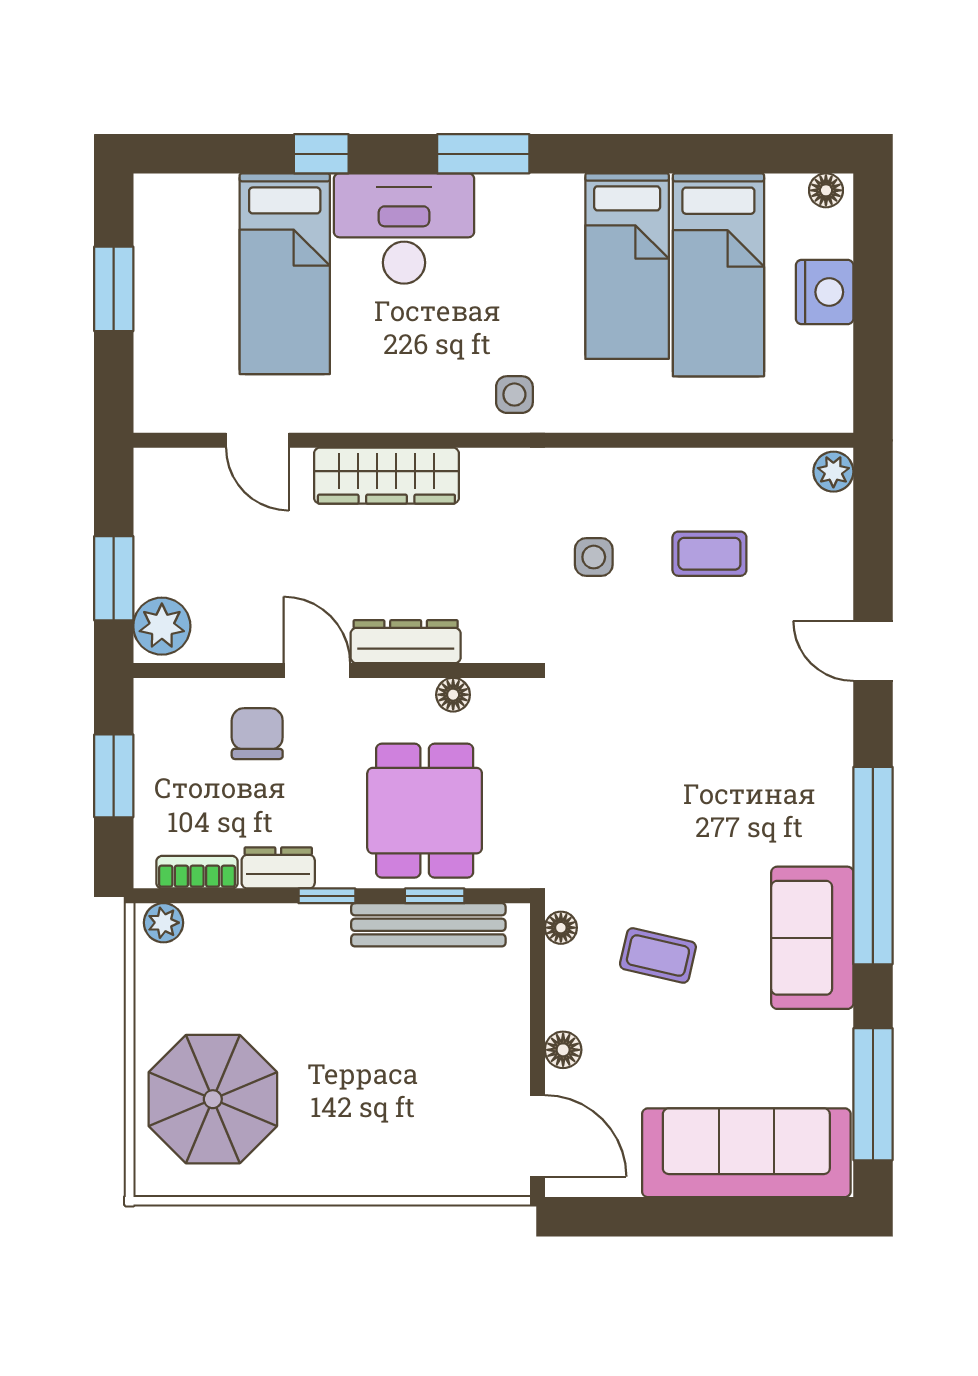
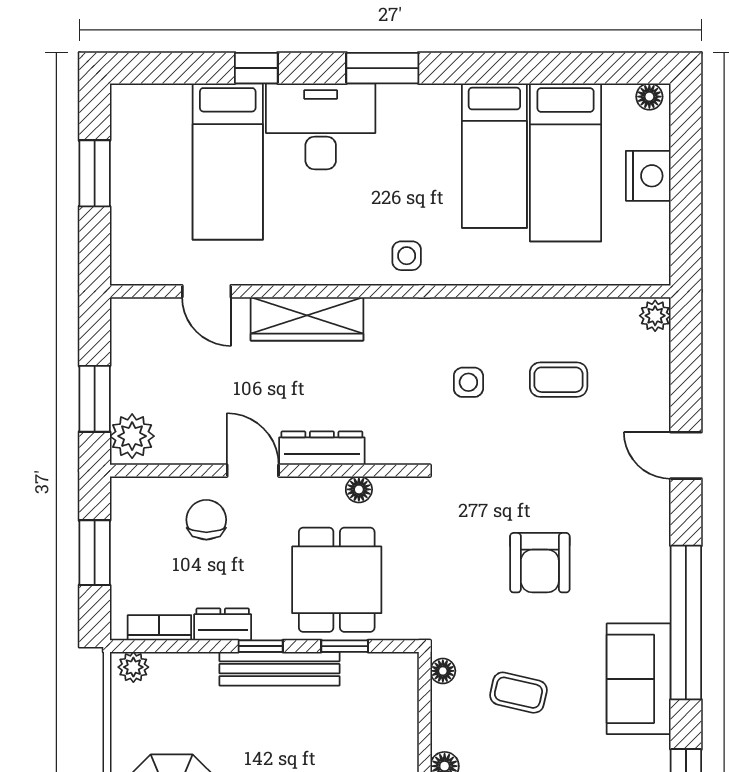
armchair: (685, 789) -> (540, 563), added
bench: (428, 925) -> (279, 669), moved

